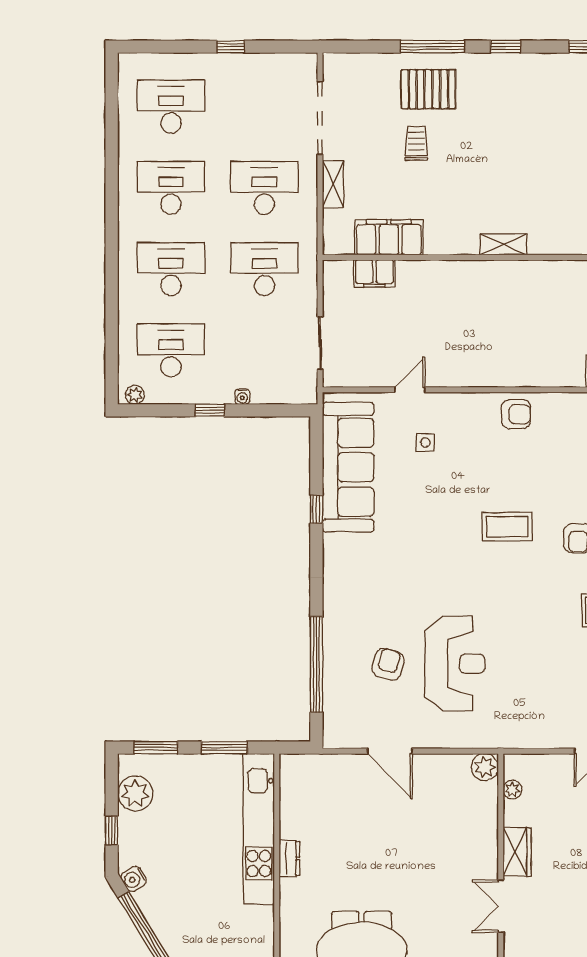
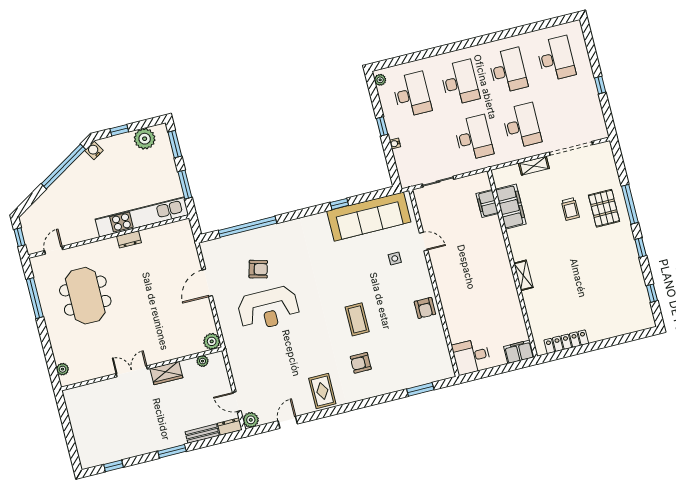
trolley: (416, 143) -> (570, 209), turned 90

